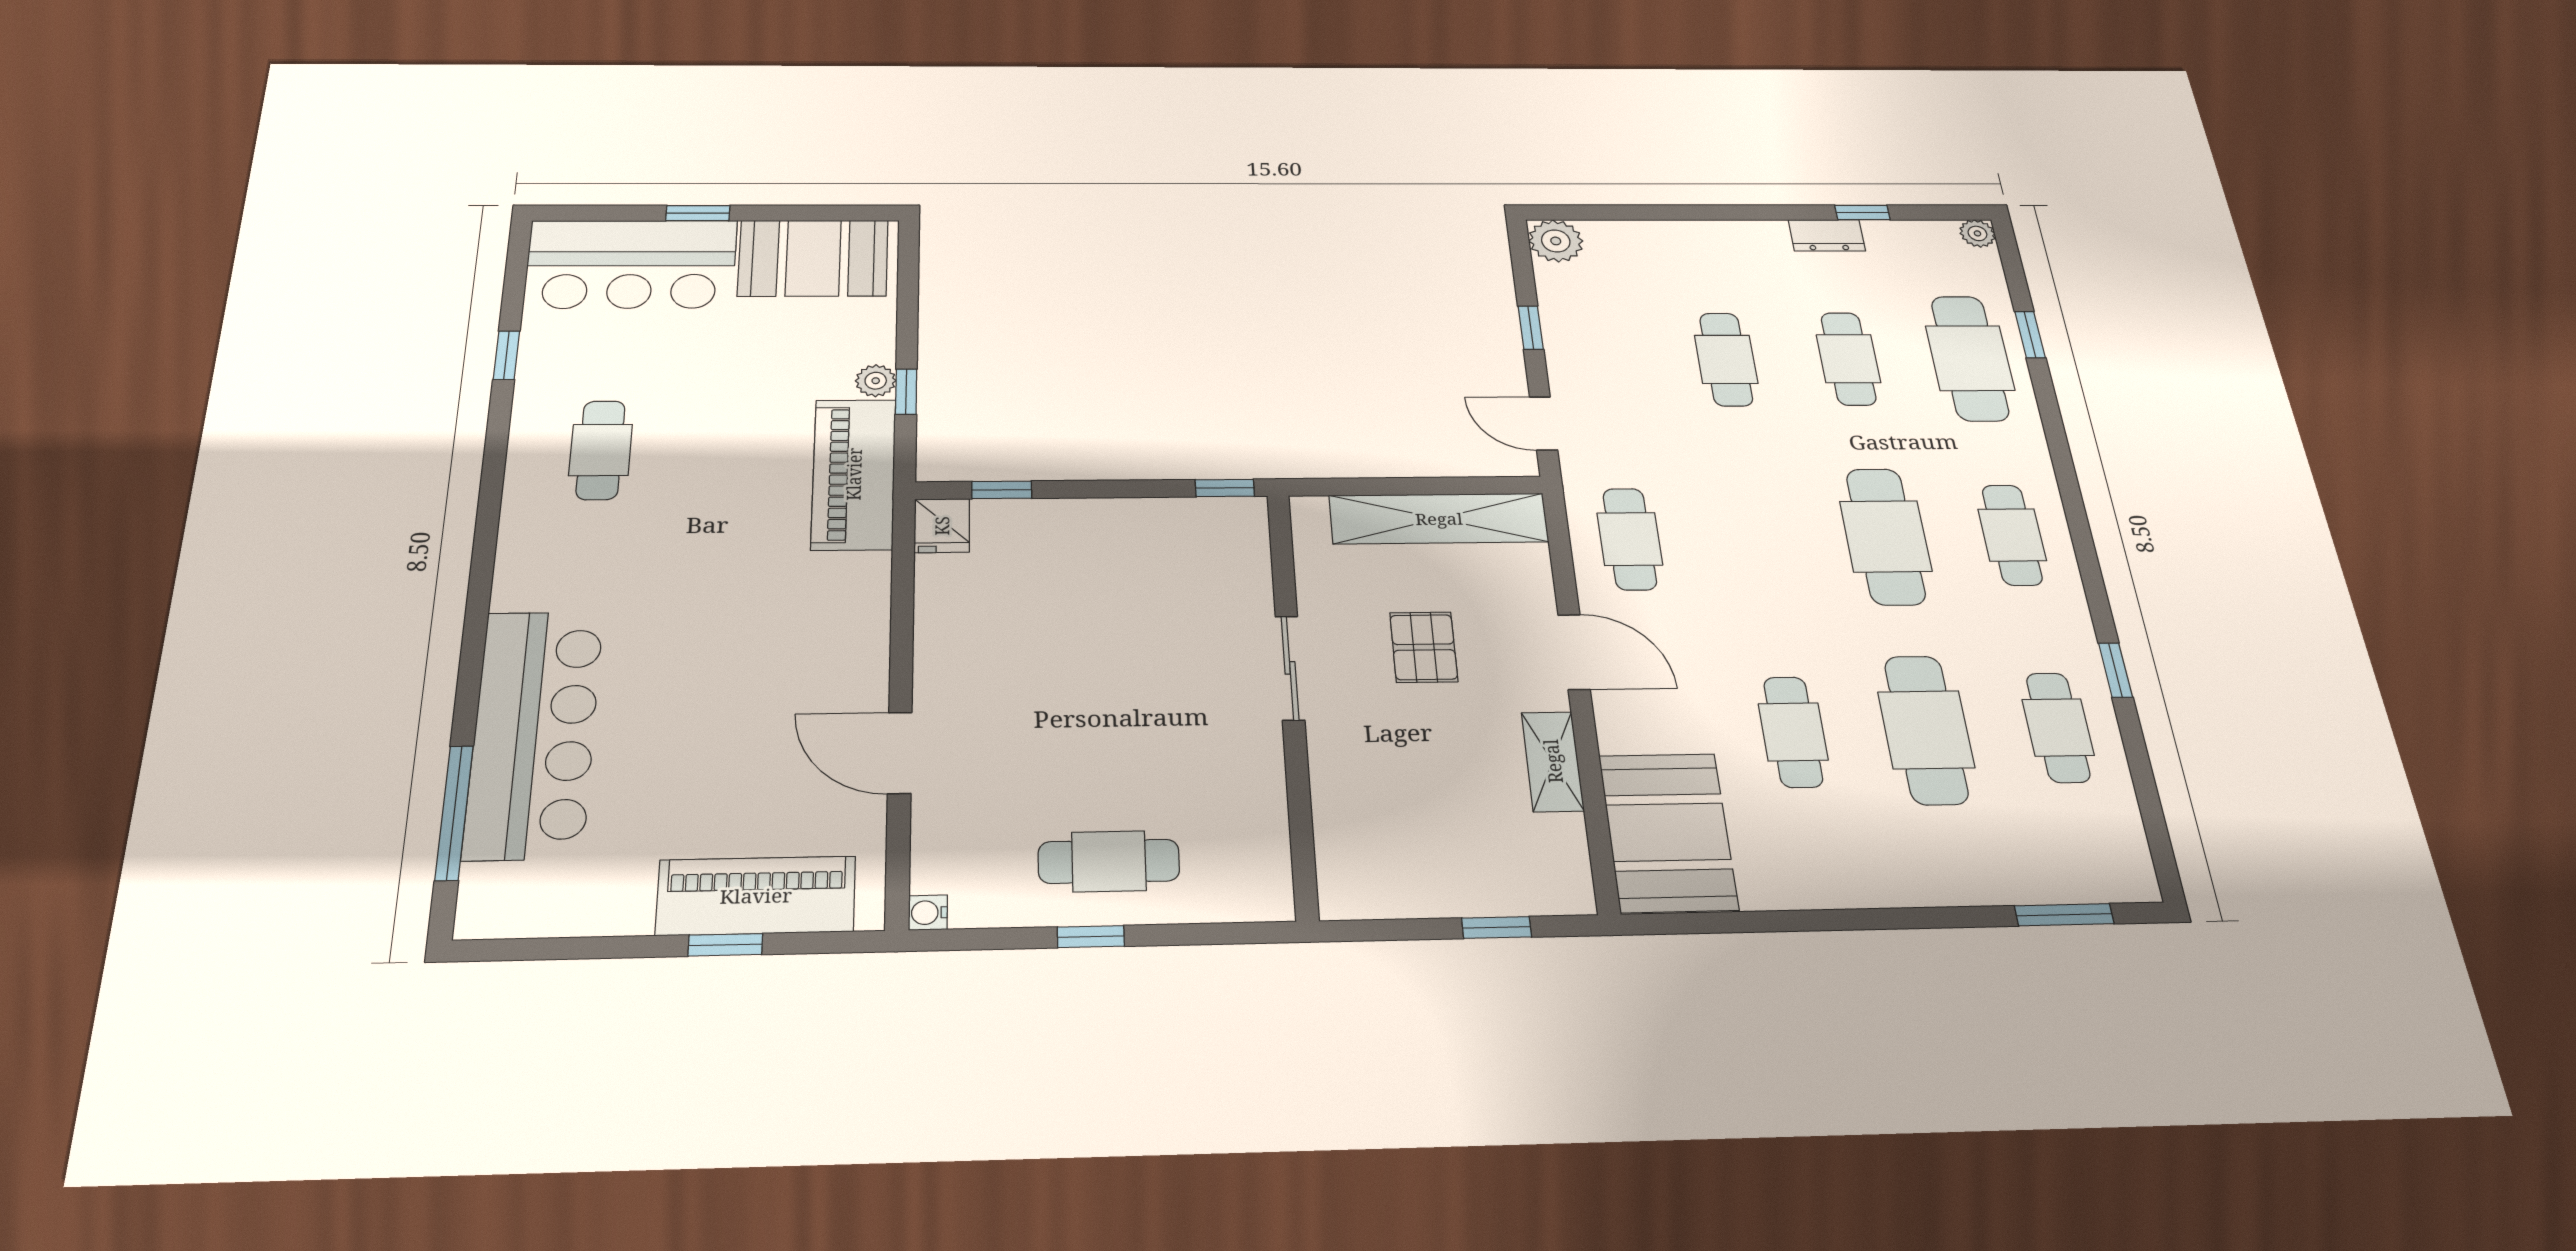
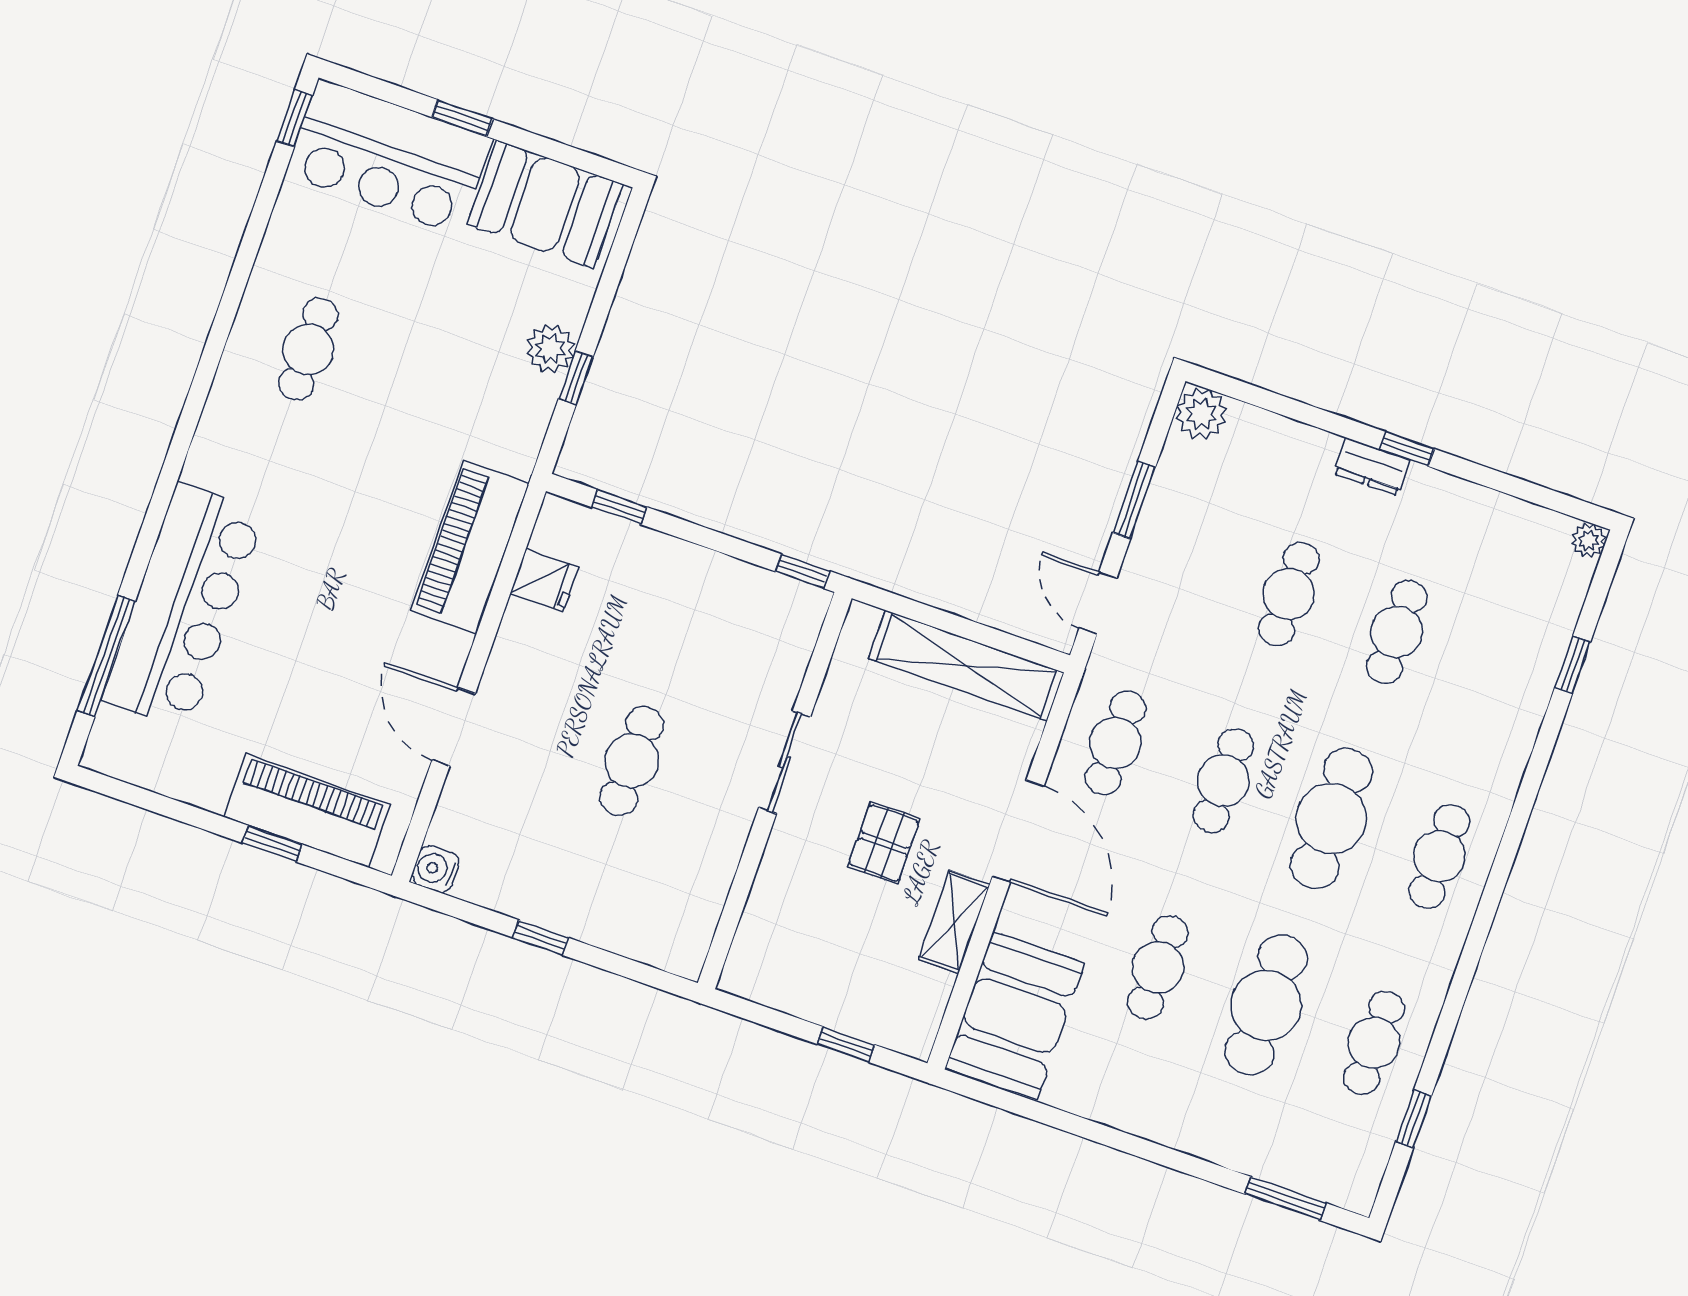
window: (1862, 212) -> (1407, 449), moved
dresser: (1827, 235) -> (1372, 467), moved
window: (1531, 328) -> (1134, 500), width x1.50
window: (506, 355) -> (295, 118), moved
cafe table: (1970, 358) -> (1223, 781), moved, width x0.73, depth x0.74
plant: (876, 381) -> (550, 349), width x1.38, depth x1.38
piano: (854, 474) -> (470, 547), moved
fridge: (942, 526) -> (544, 580), moved, turned -90
pallet: (1424, 647) -> (884, 843), moved
door: (1574, 652) -> (1018, 831), width x1.36
window: (2115, 670) -> (1414, 1119), moved
cafe table: (1109, 861) -> (632, 761), moved, turned 90
water cooler: (928, 913) -> (436, 869), width x1.38, depth x1.38

